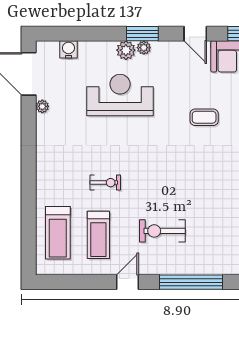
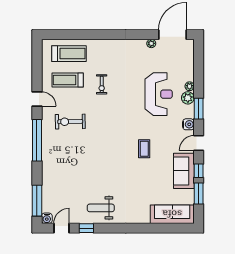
plant: (144, 48) -> (190, 86), moved
water cooler: (68, 49) -> (188, 124), moved
exercise bike: (162, 231) -> (70, 122), turned -91
treadmill: (58, 233) -> (69, 54), turned 180

